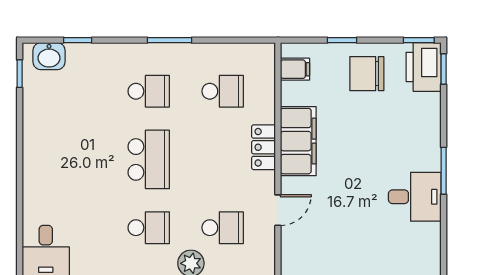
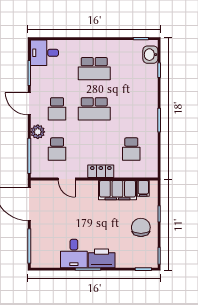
printer: (424, 67) -> (102, 258), moved
school desk: (149, 91) -> (94, 69), moved, width x1.85
filing cabinet: (298, 141) -> (117, 190), moved

